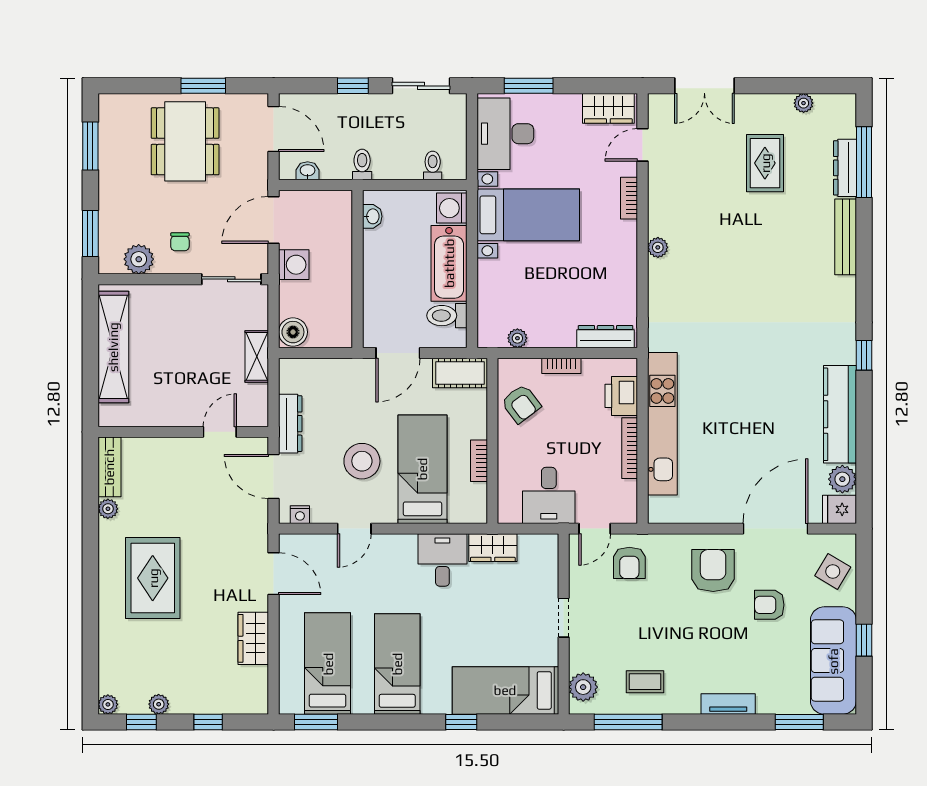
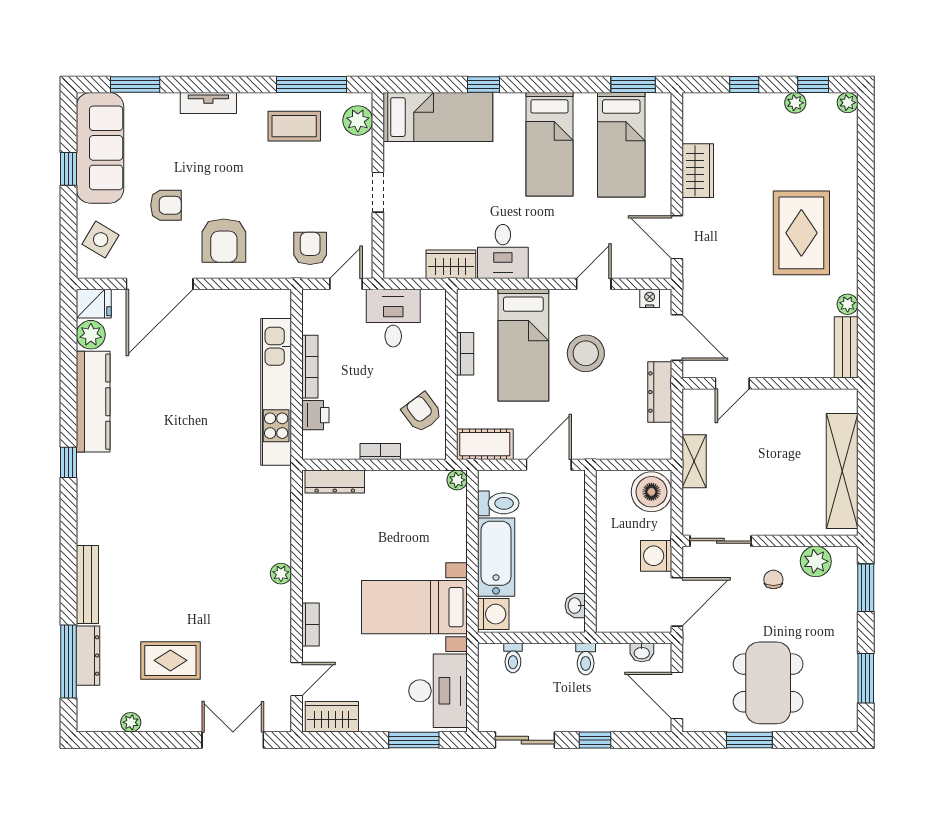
rug: (765, 163) -> (170, 660), turned 90
boiler: (293, 332) -> (651, 492), width x1.37, depth x1.37
plant: (517, 338) -> (457, 480), moved
printer: (621, 396) -> (315, 415), width x0.73, depth x0.81
coffee table: (645, 682) -> (294, 126), width x1.36, depth x1.30

